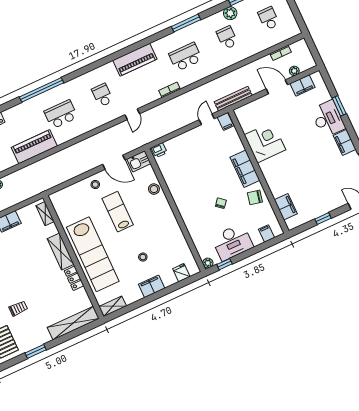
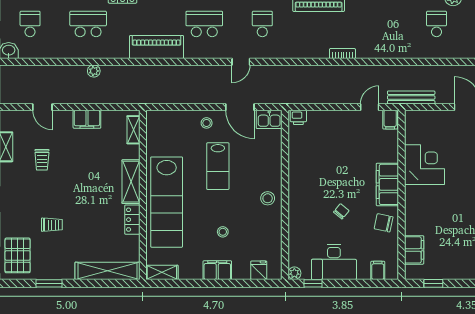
school desk: (185, 57) -> (378, 24), removed
door: (132, 114) -> (241, 62), moved
stool: (154, 189) -> (268, 198), moved
lab bench: (118, 212) -> (218, 166), turned 180
window: (323, 219) -> (433, 283), moved

